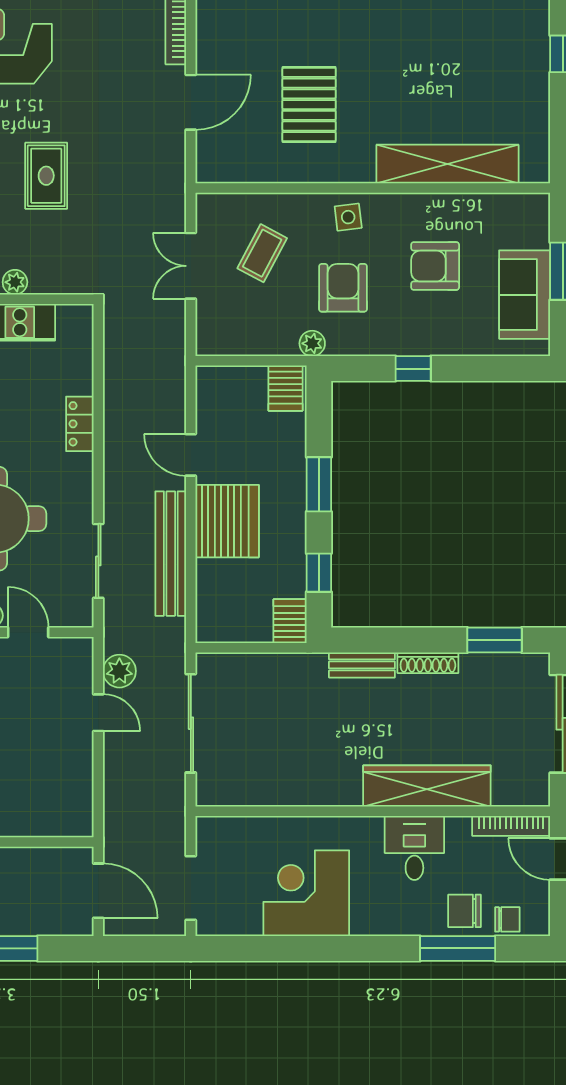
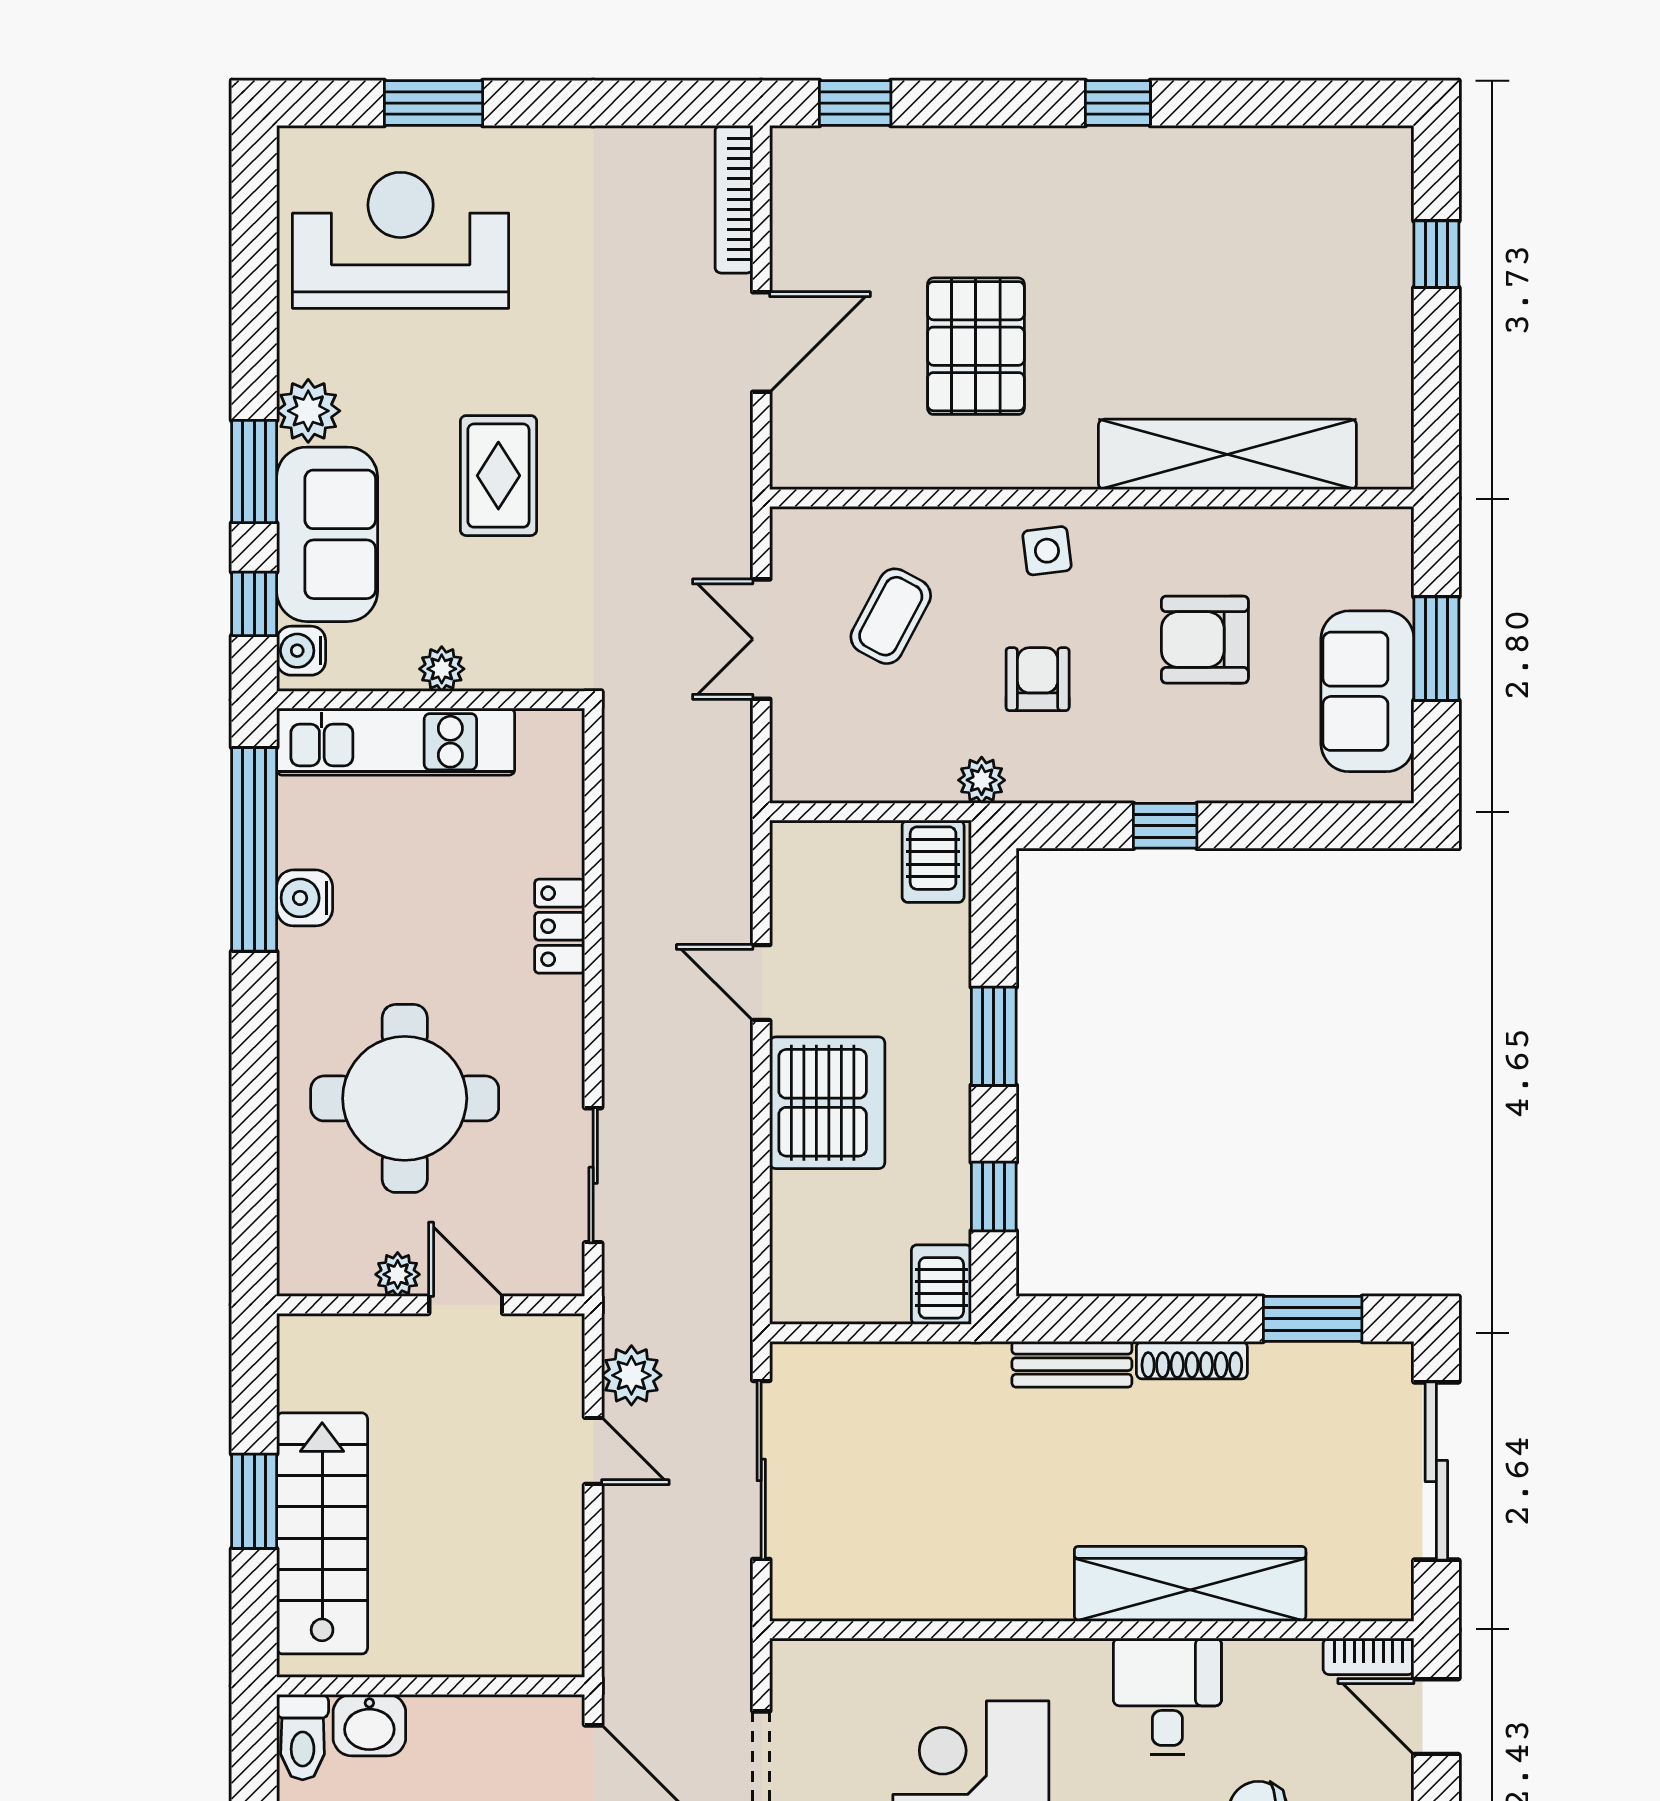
armchair: (343, 288) -> (1038, 679), width x0.72, depth x0.72
bench: (171, 554) -> (725, 1162), removed
bookcase: (511, 826) -> (1369, 1656), width x0.64

